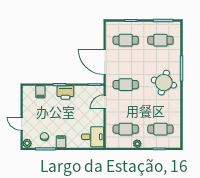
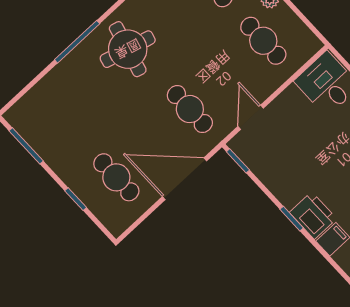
cafe table: (160, 40) -> (63, 120), removed
door: (105, 62) -> (185, 179), swing flipped
printer: (65, 93) -> (313, 216), moved
door: (105, 102) -> (251, 117), swing flipped

